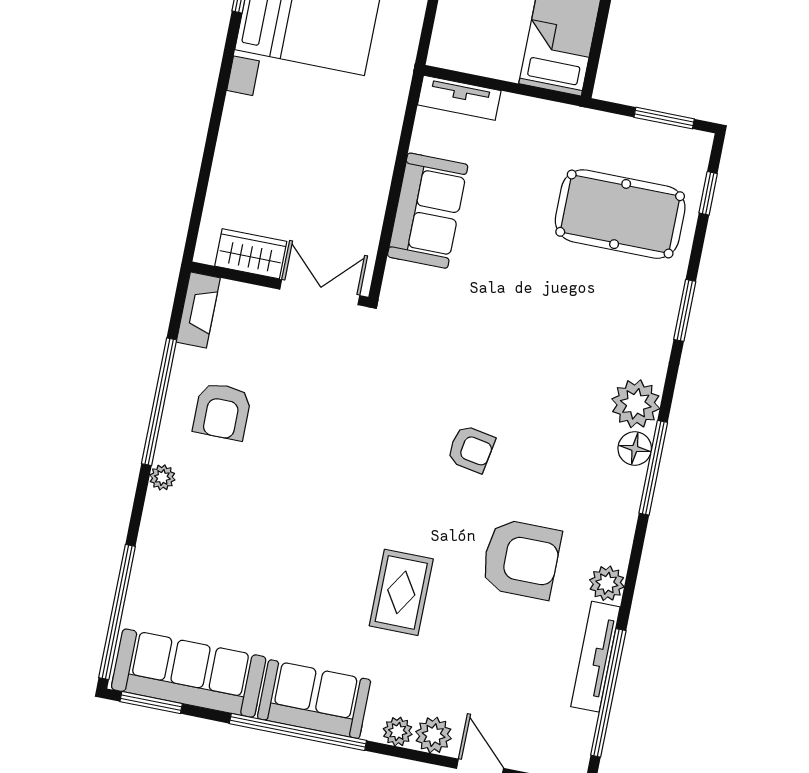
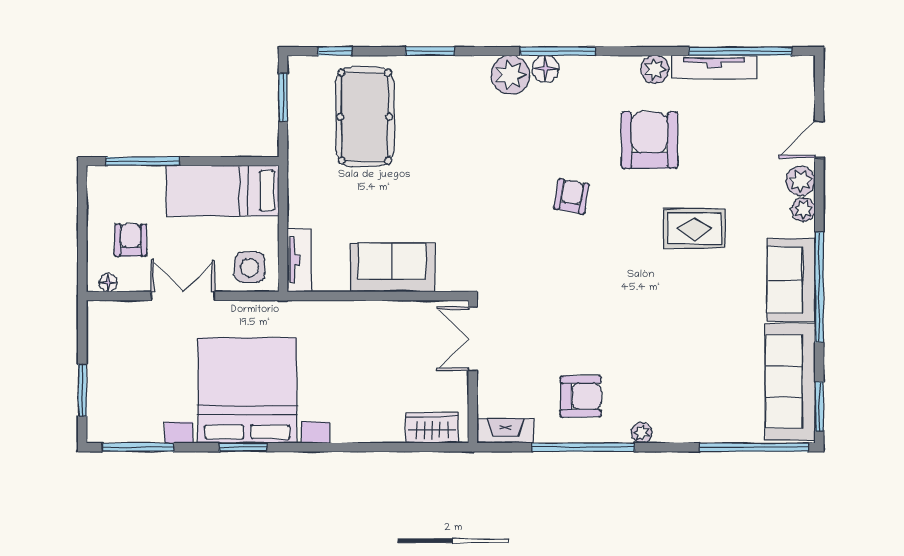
side table: (463, 35) -> (250, 267), added
wardrobe: (251, 254) -> (432, 428), moved, turned 90

